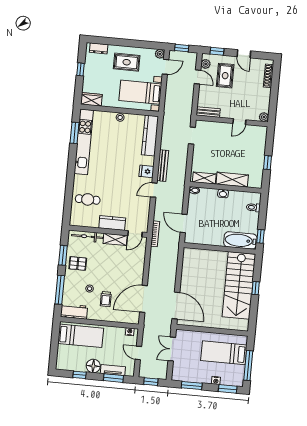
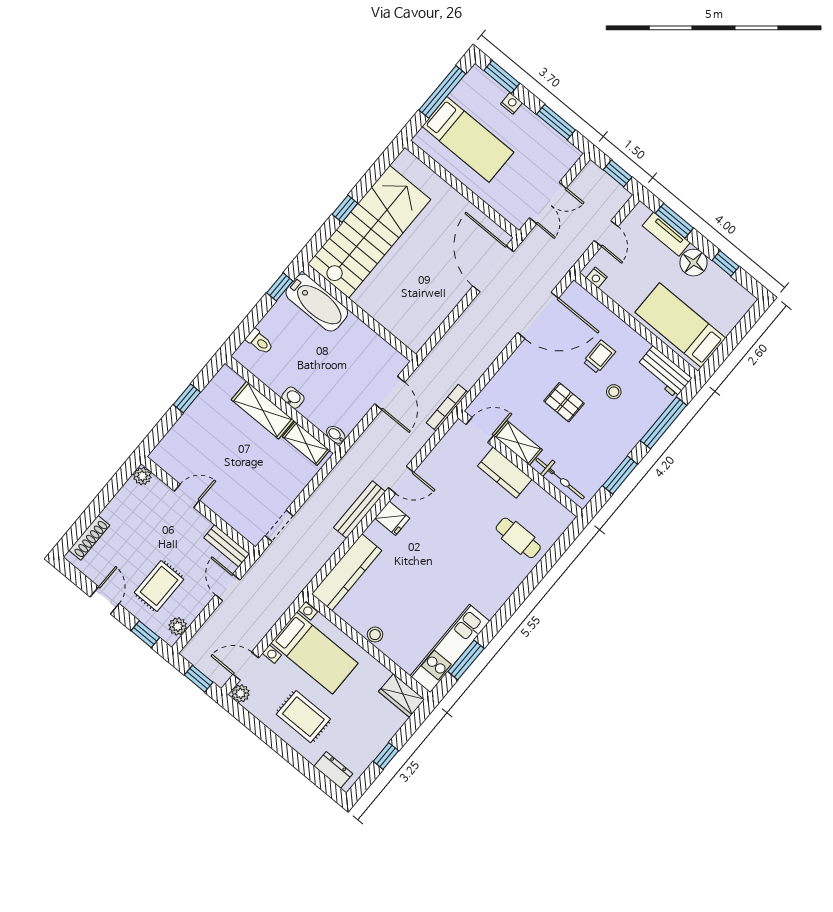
door: (197, 77) -> (228, 587), moved
kitchen unit: (84, 142) -> (450, 649), width x0.73
pallet: (78, 263) -> (564, 402), moved

